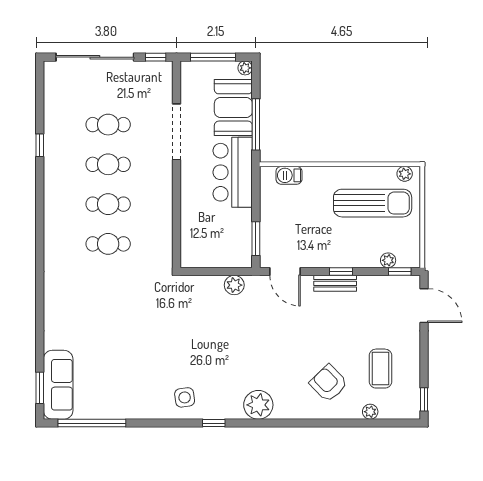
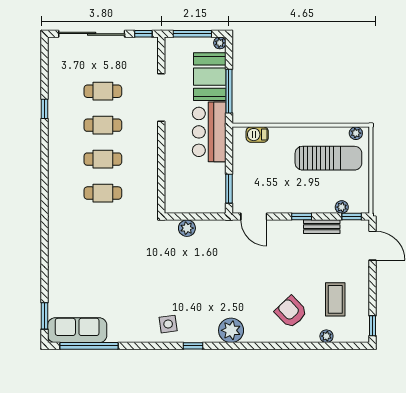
bench: (335, 283) -> (322, 227), moved
plant: (234, 285) -> (187, 228), moved
sofa: (58, 385) -> (77, 330), moved, turned -90

